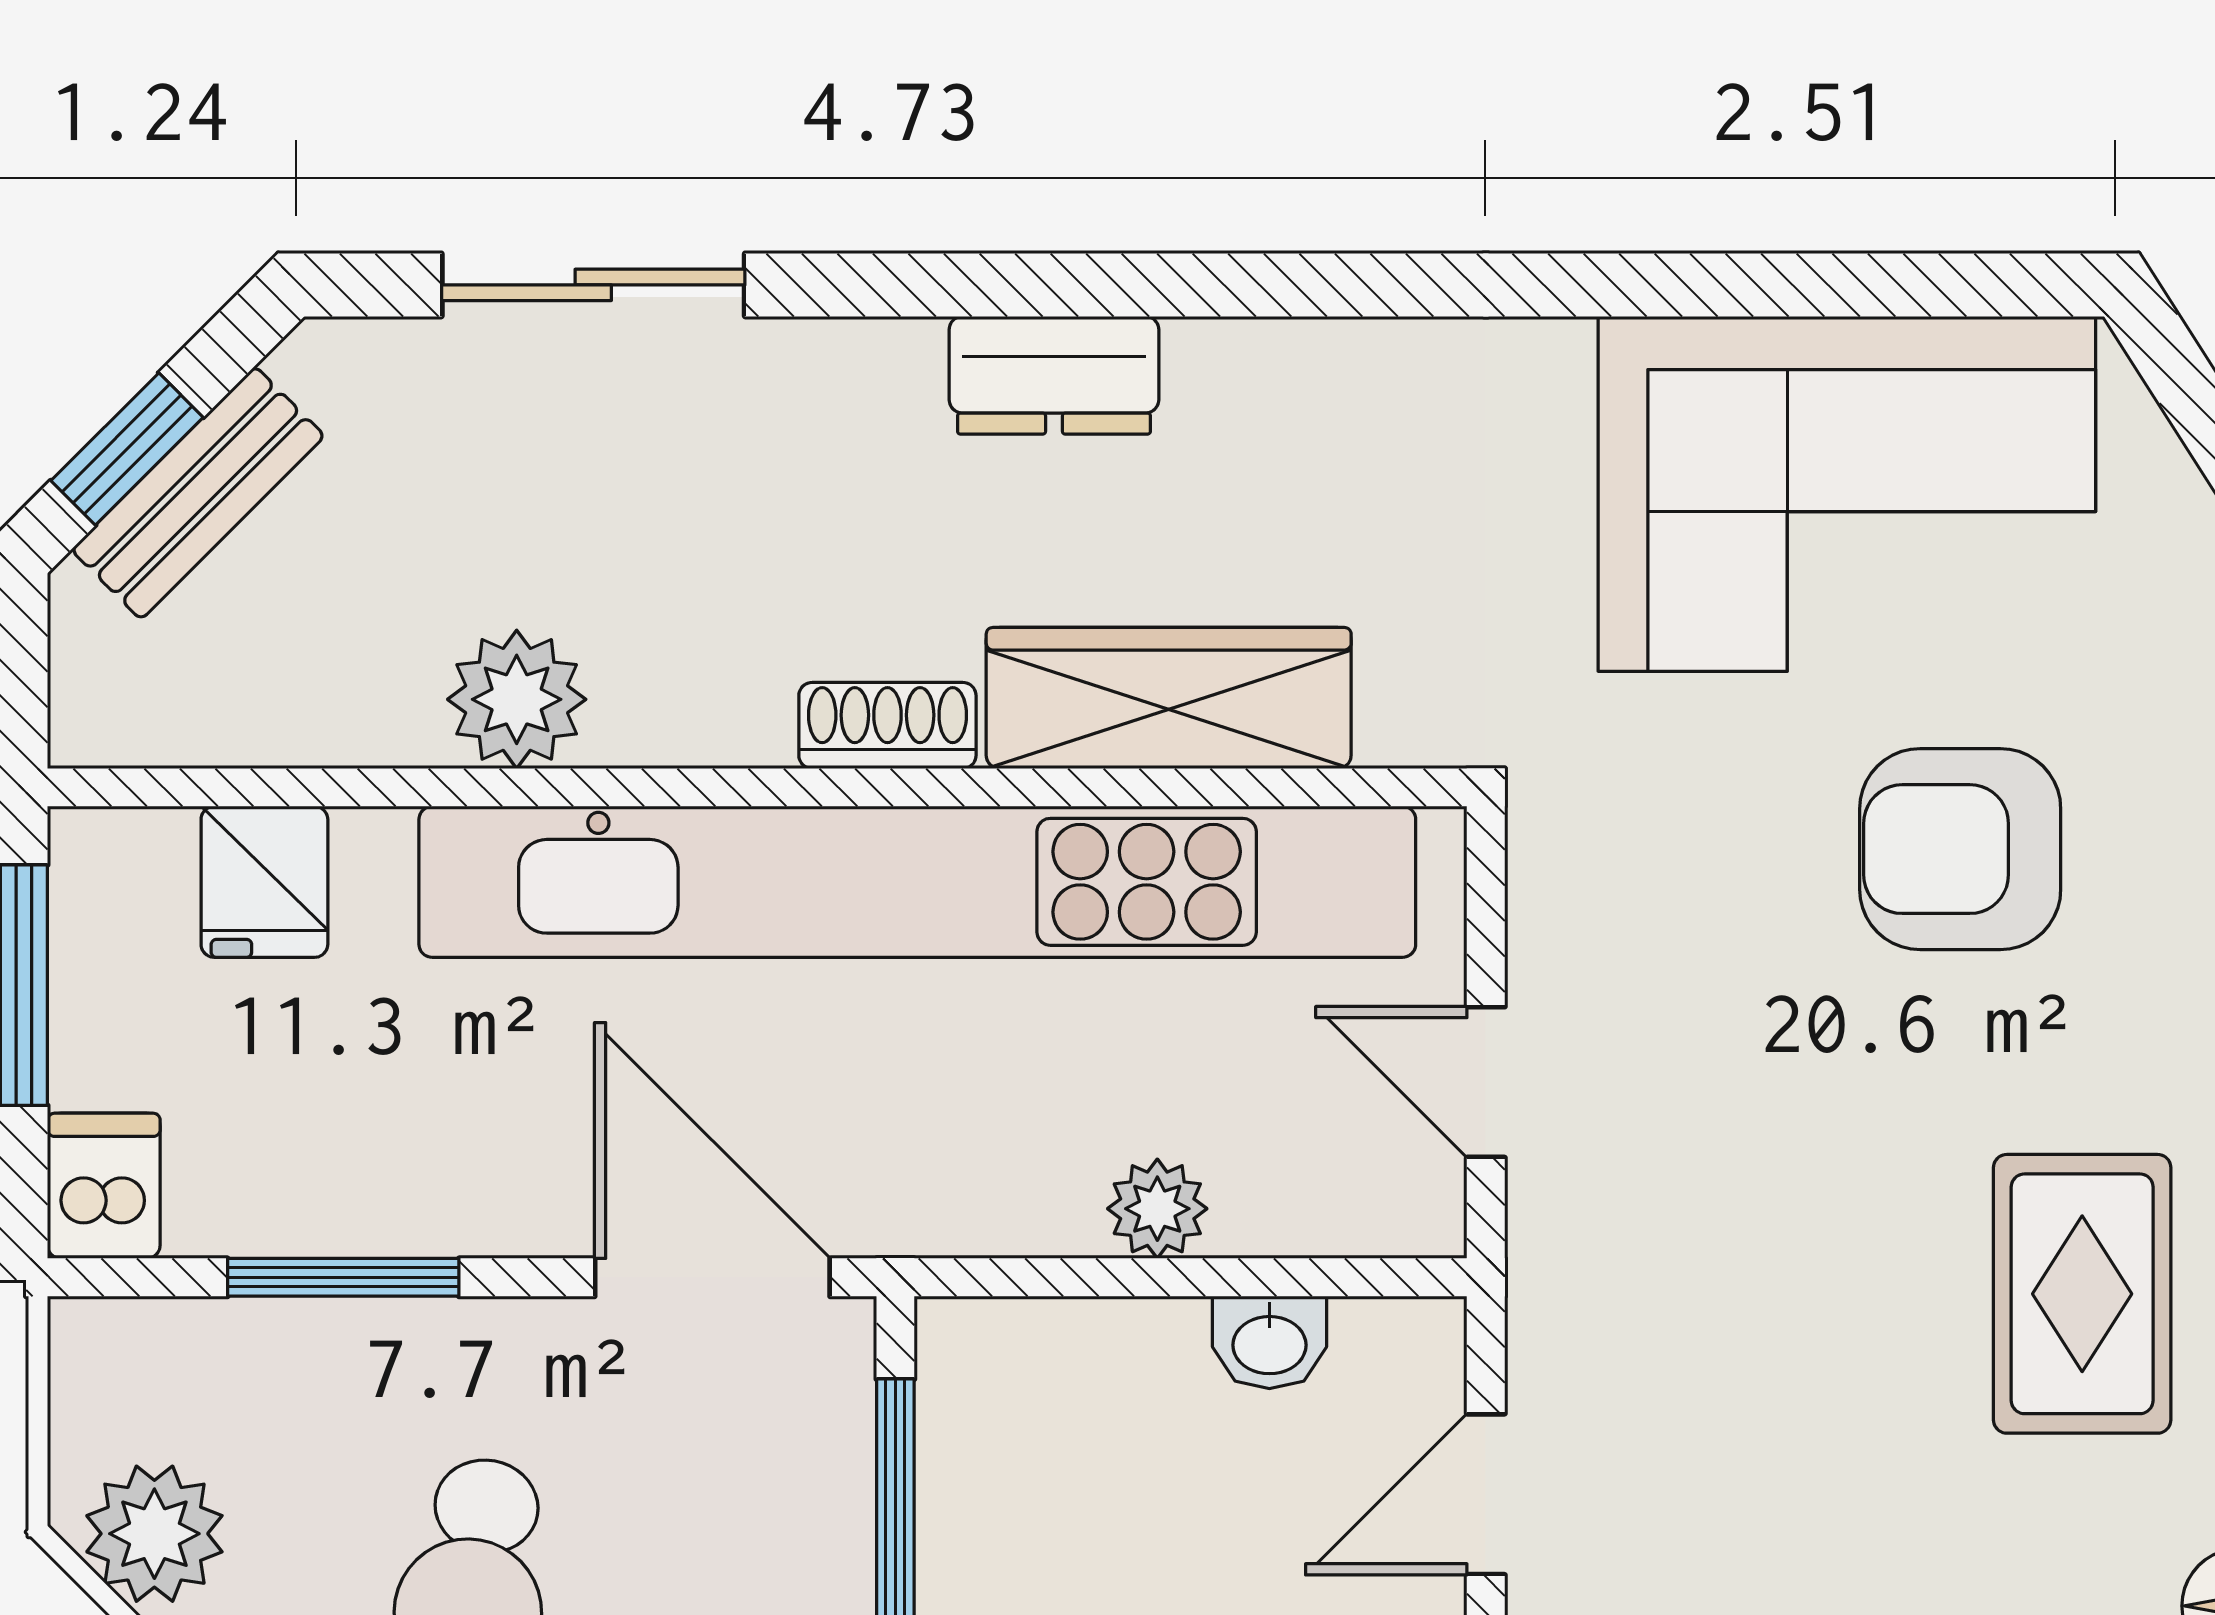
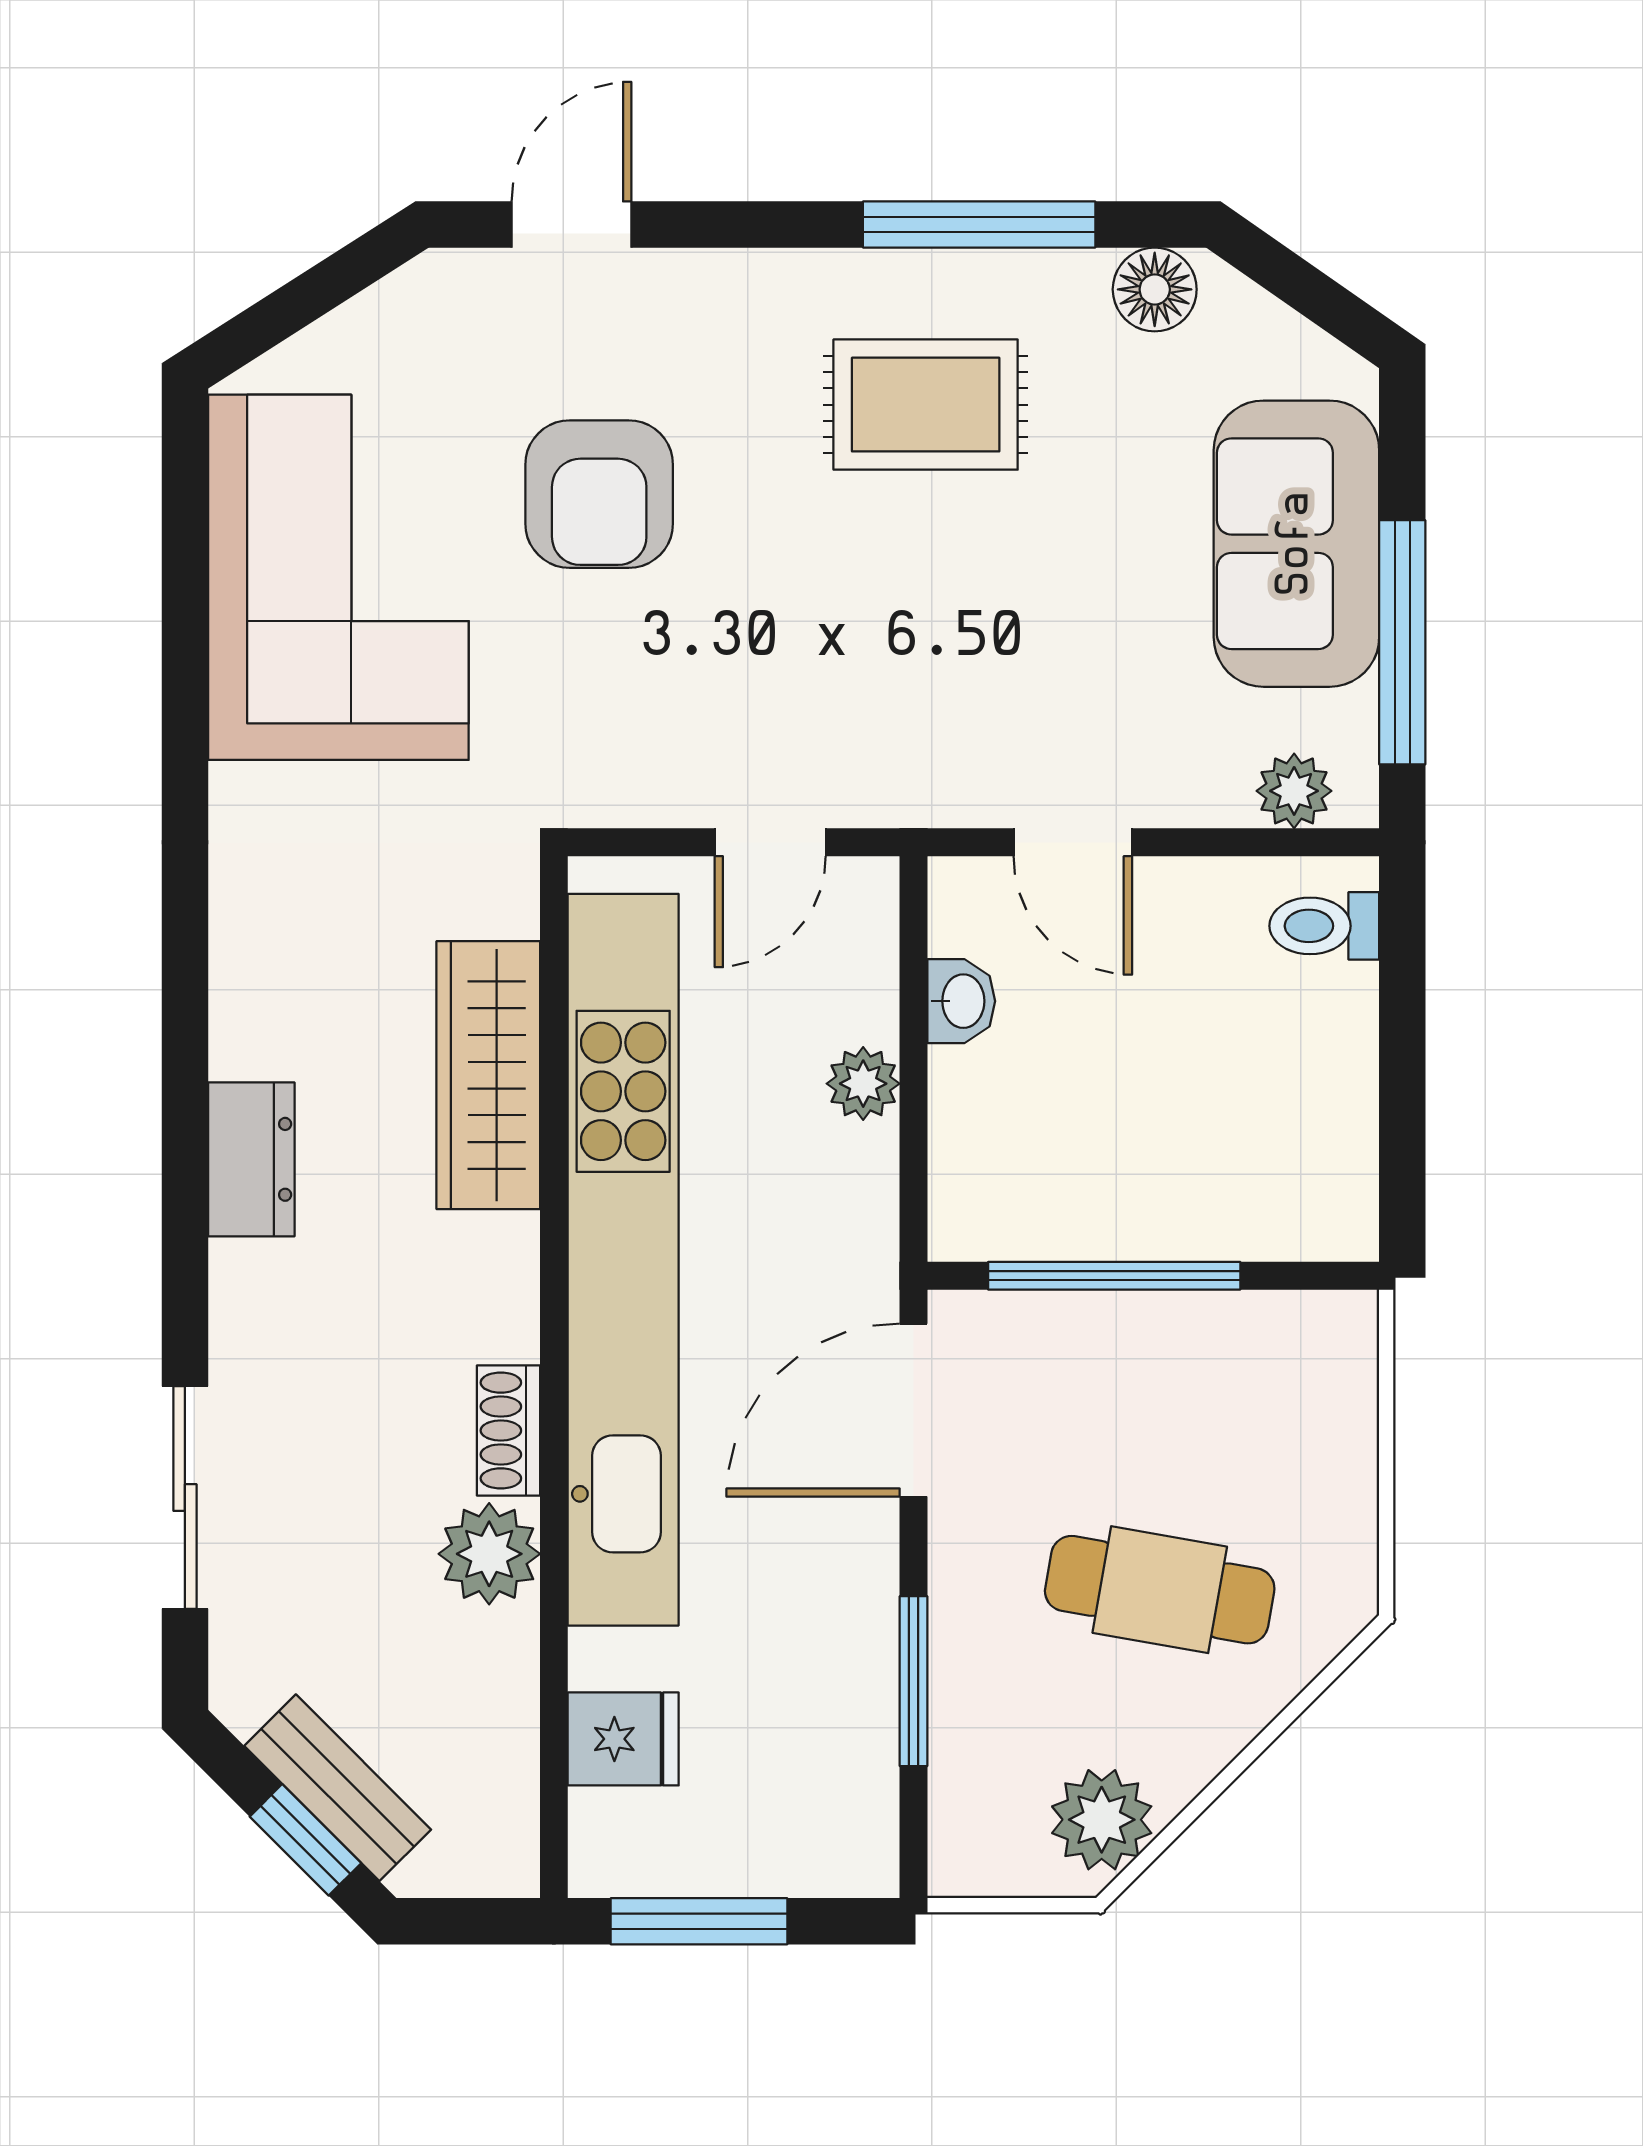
shoe rack: (887, 725) -> (508, 1431), moved
dishwasher: (104, 1186) -> (846, 1857), removed

